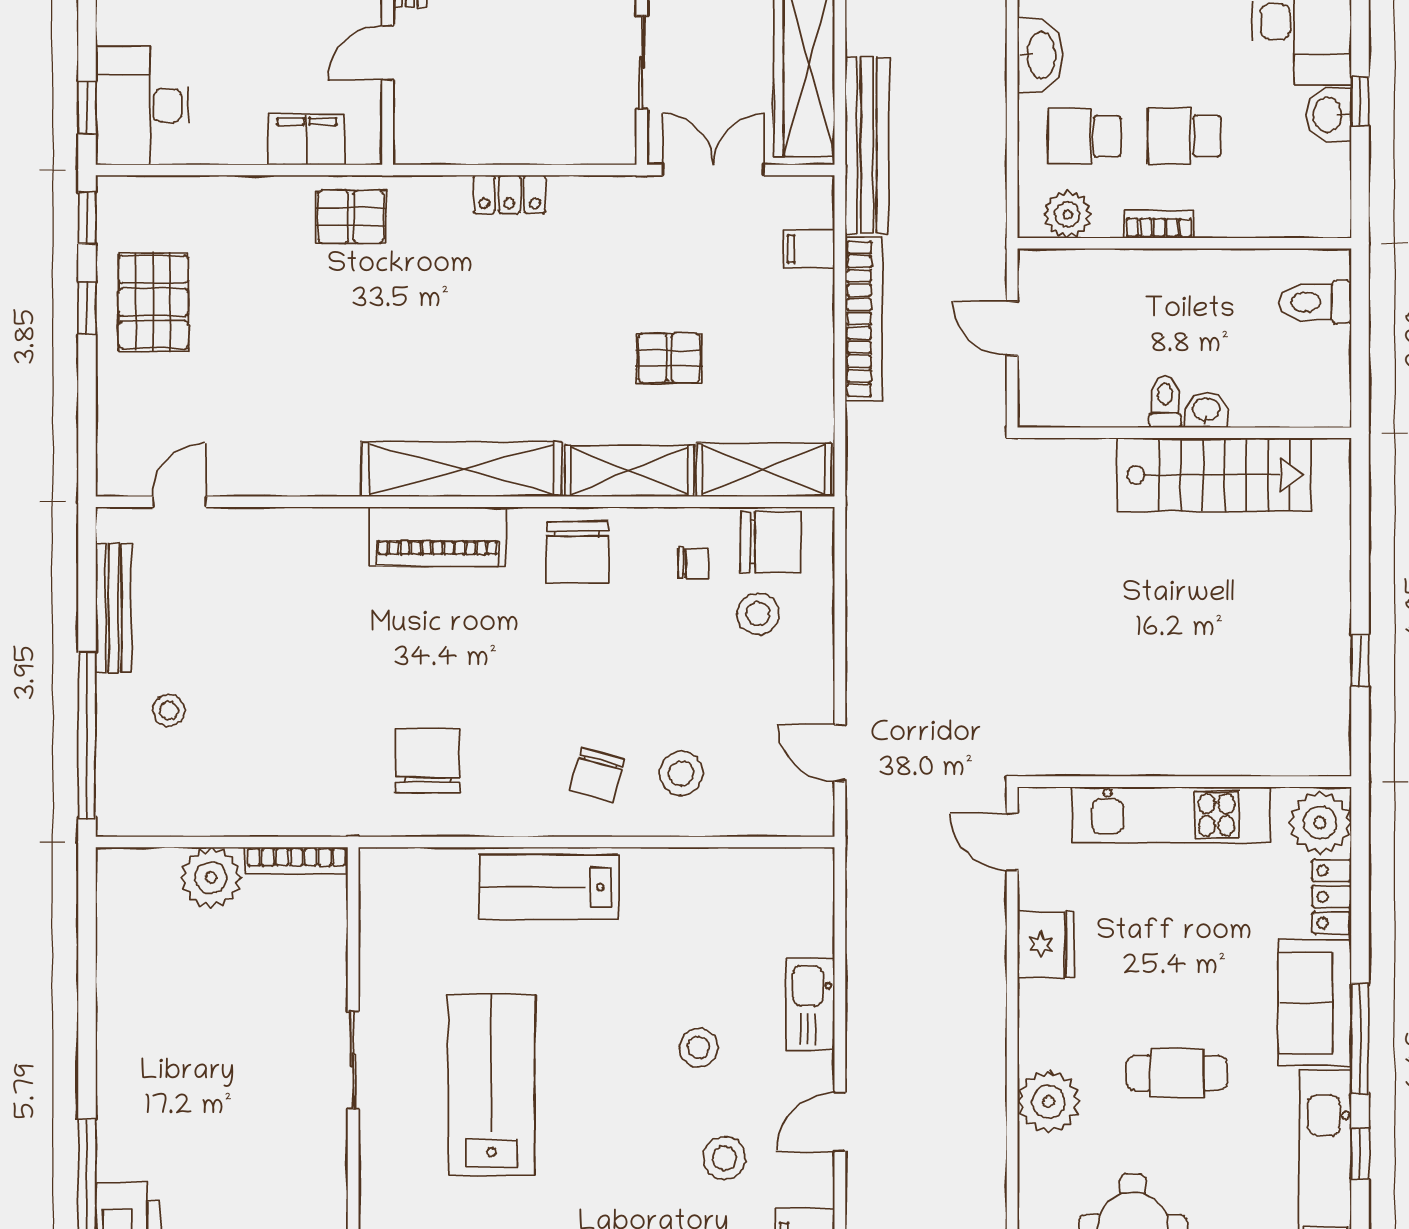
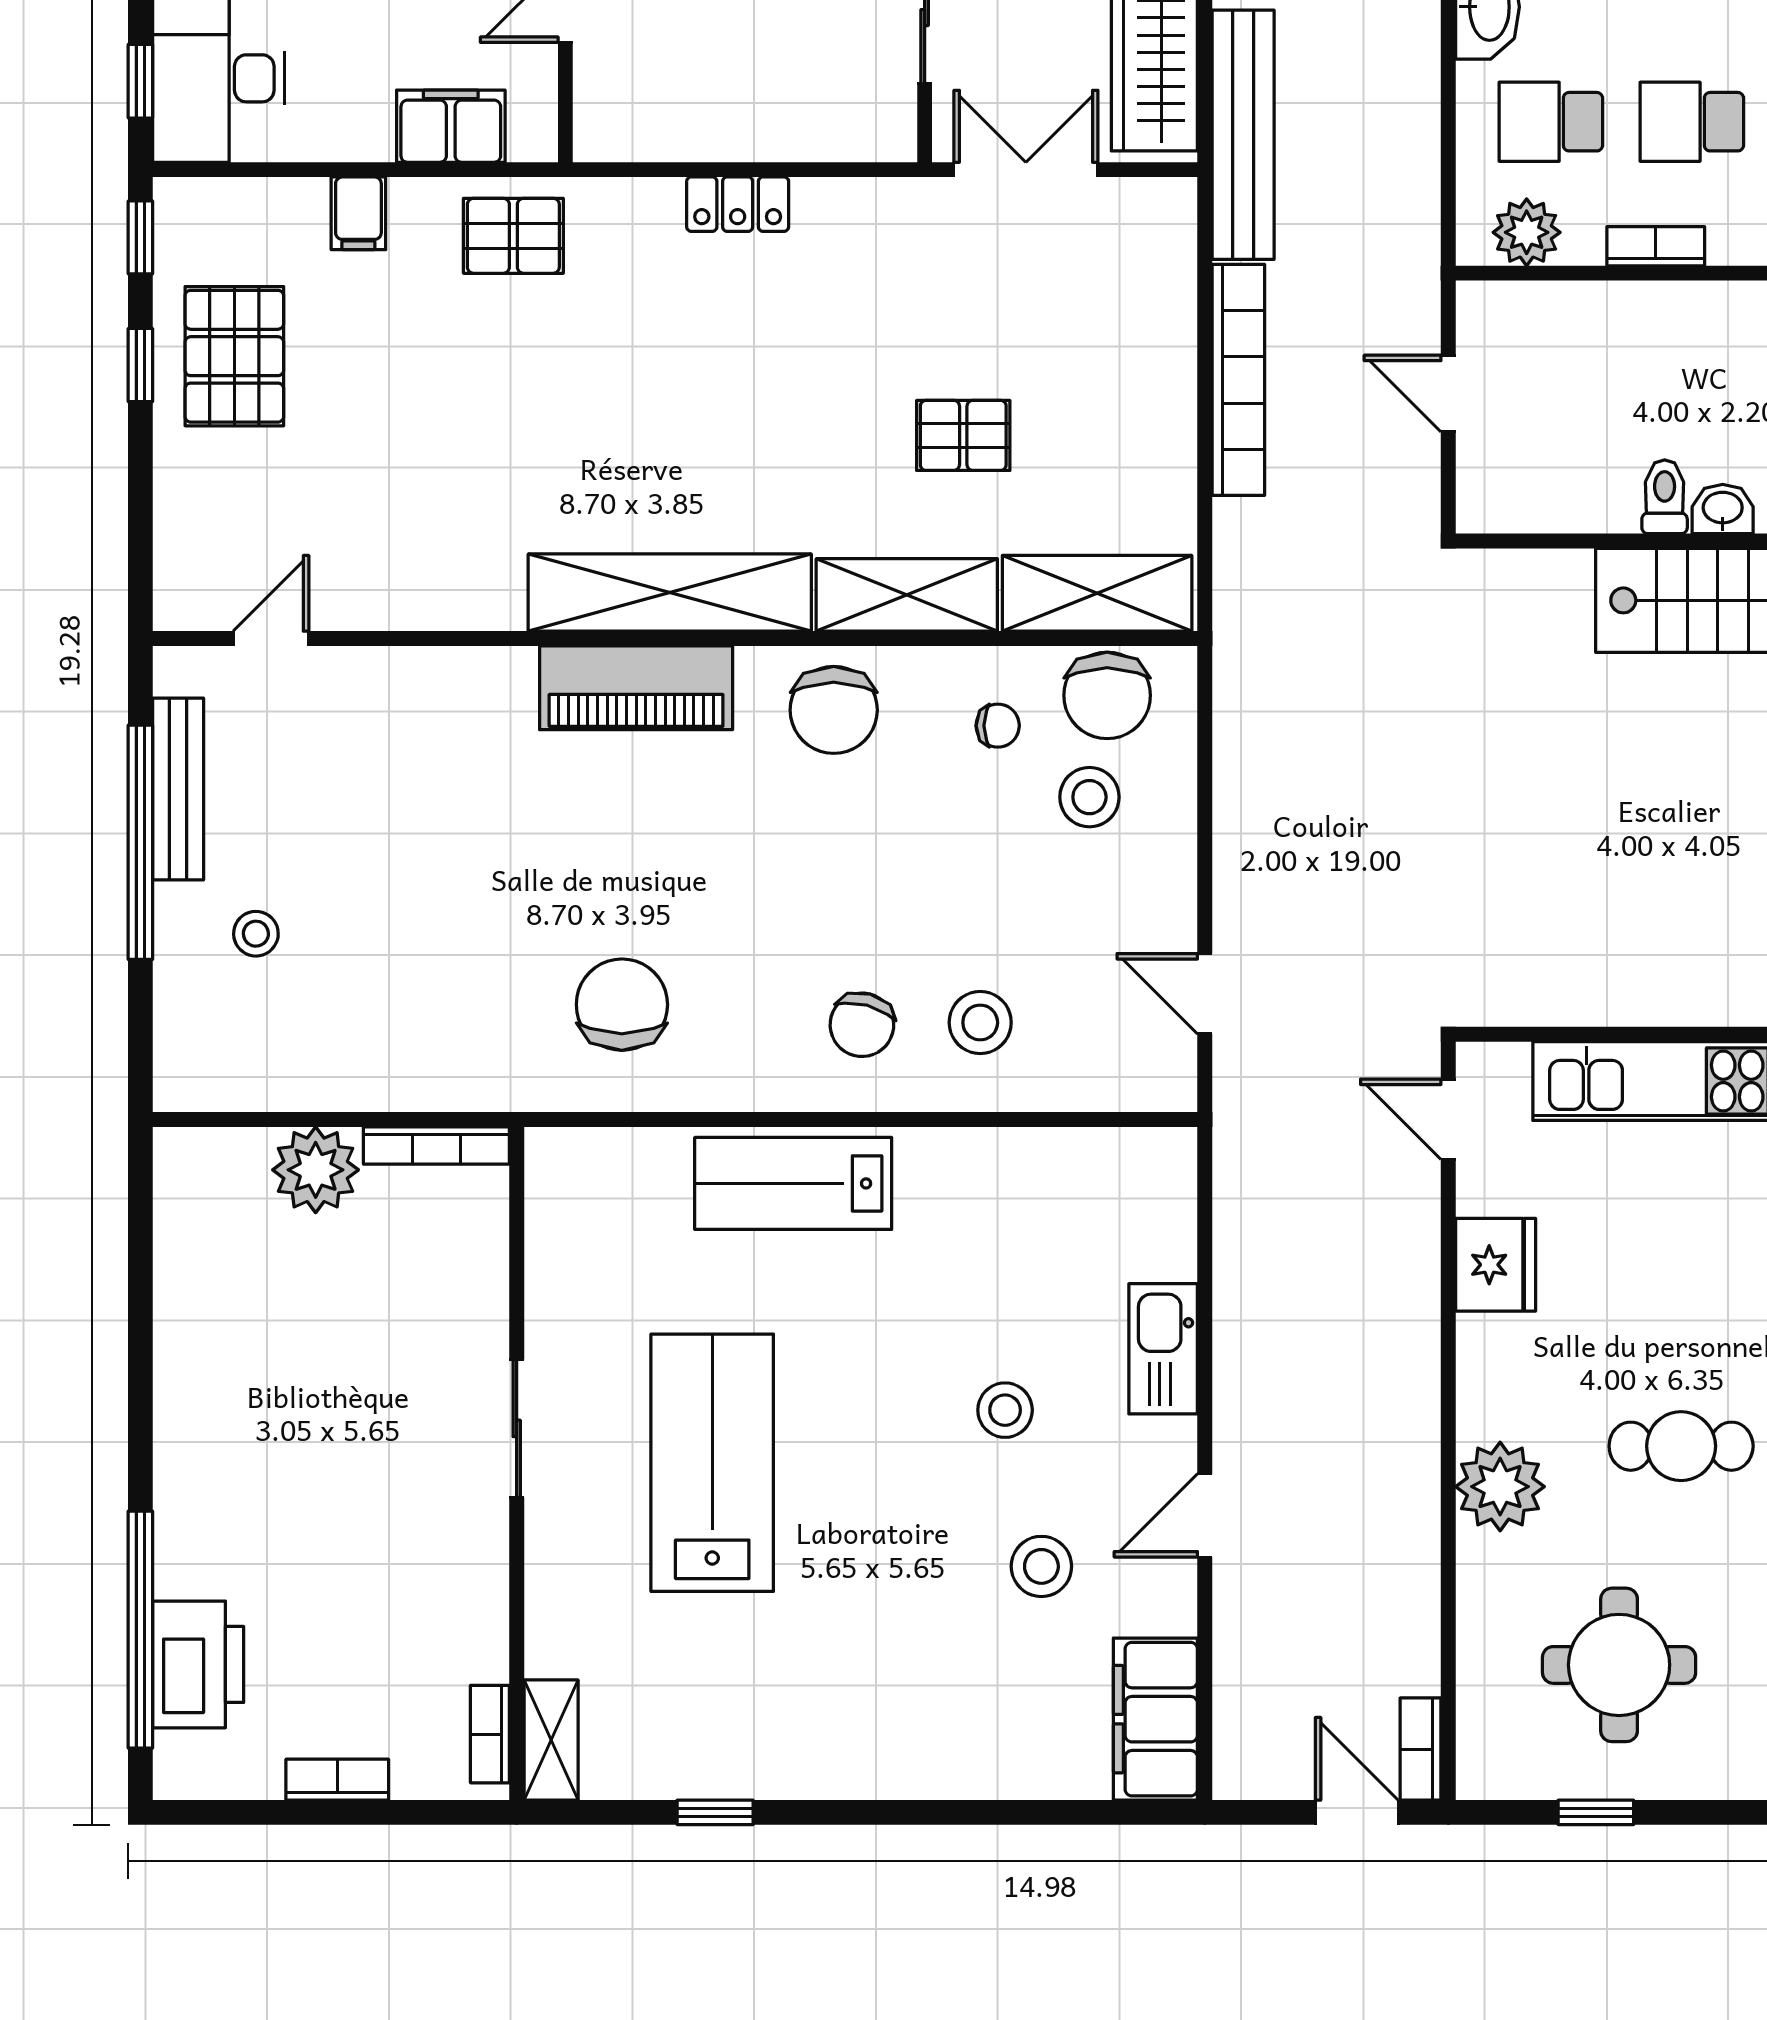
filing cabinet: (809, 249) -> (358, 213), moved, turned -90
chair: (771, 542) -> (1107, 695), turned 90
window: (87, 735) -> (140, 842), moved

